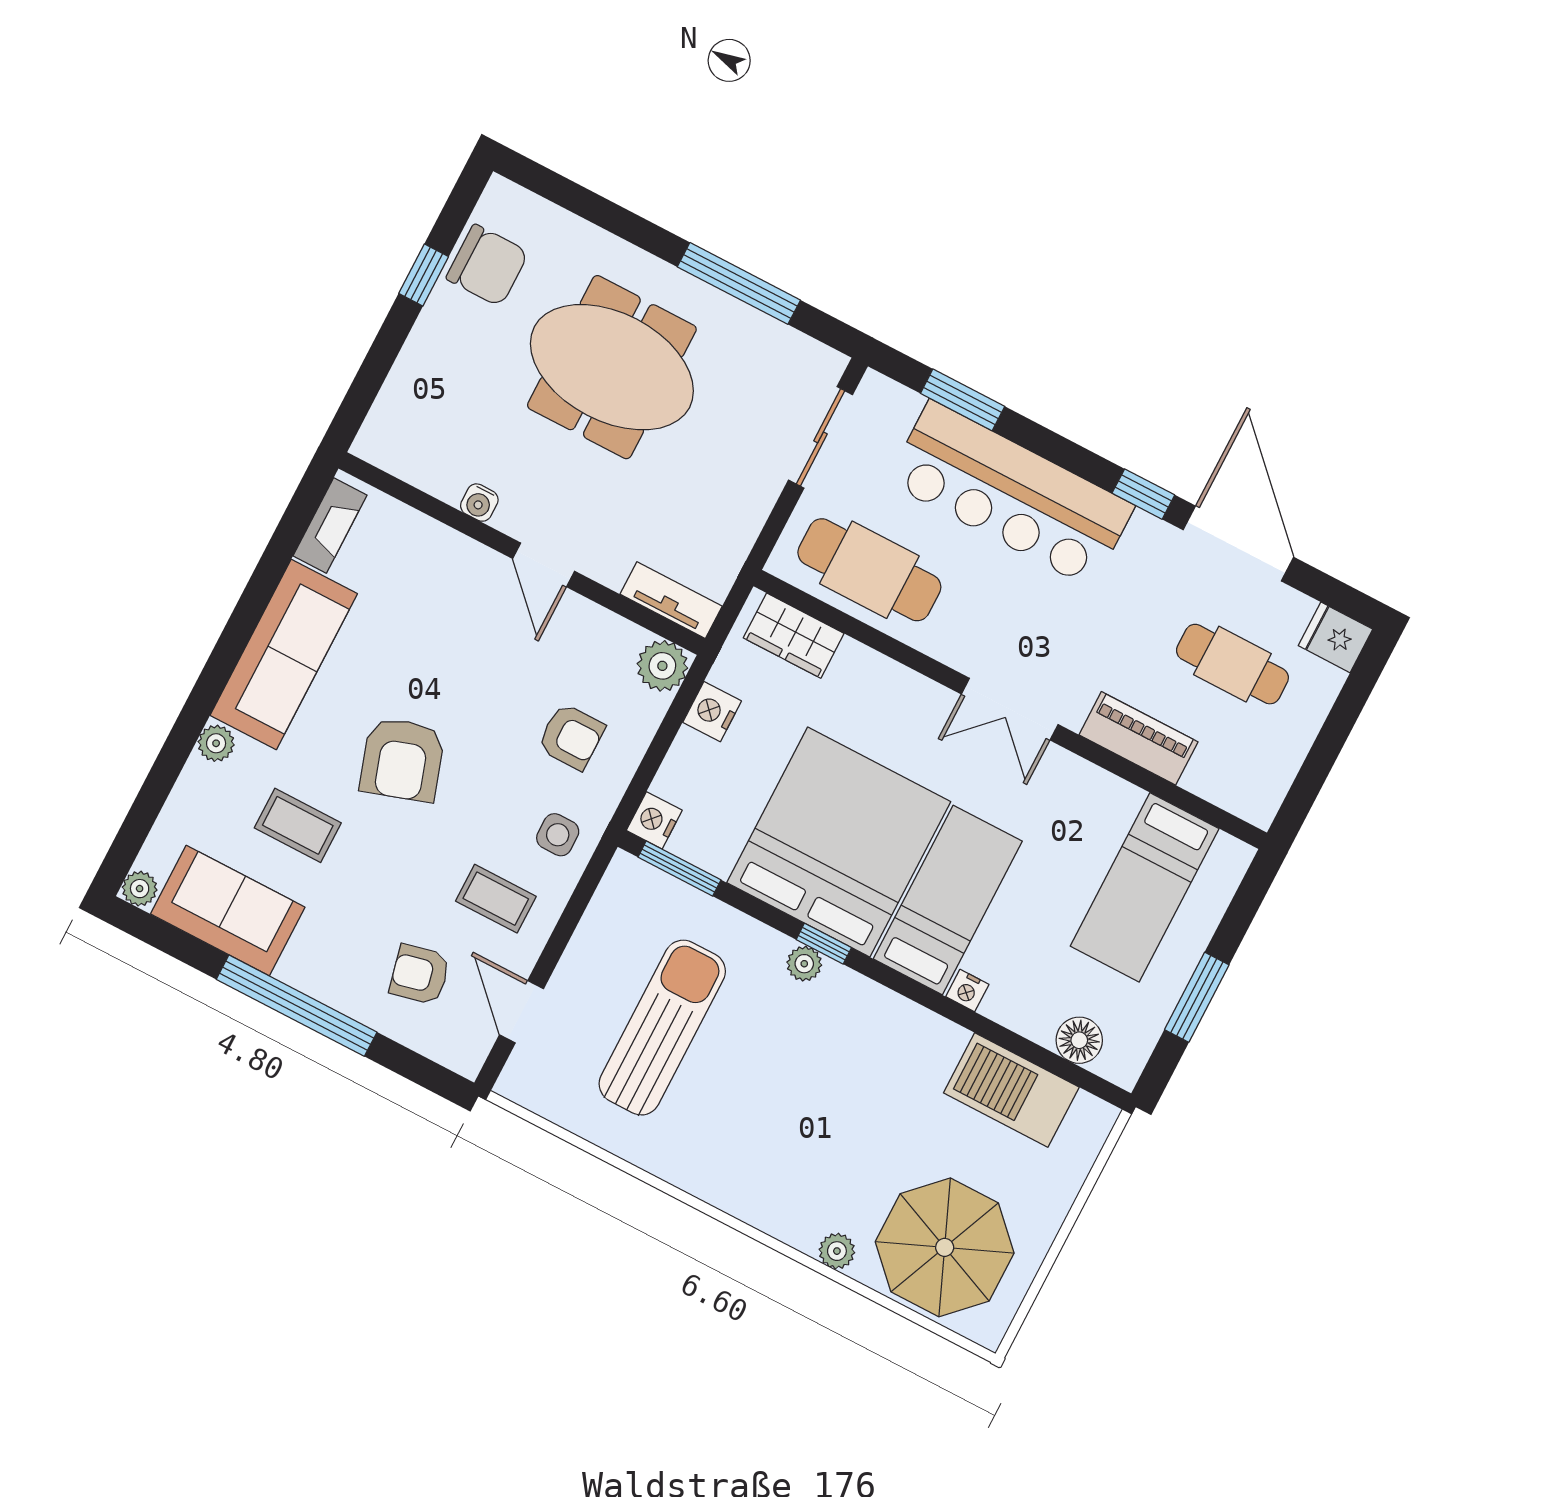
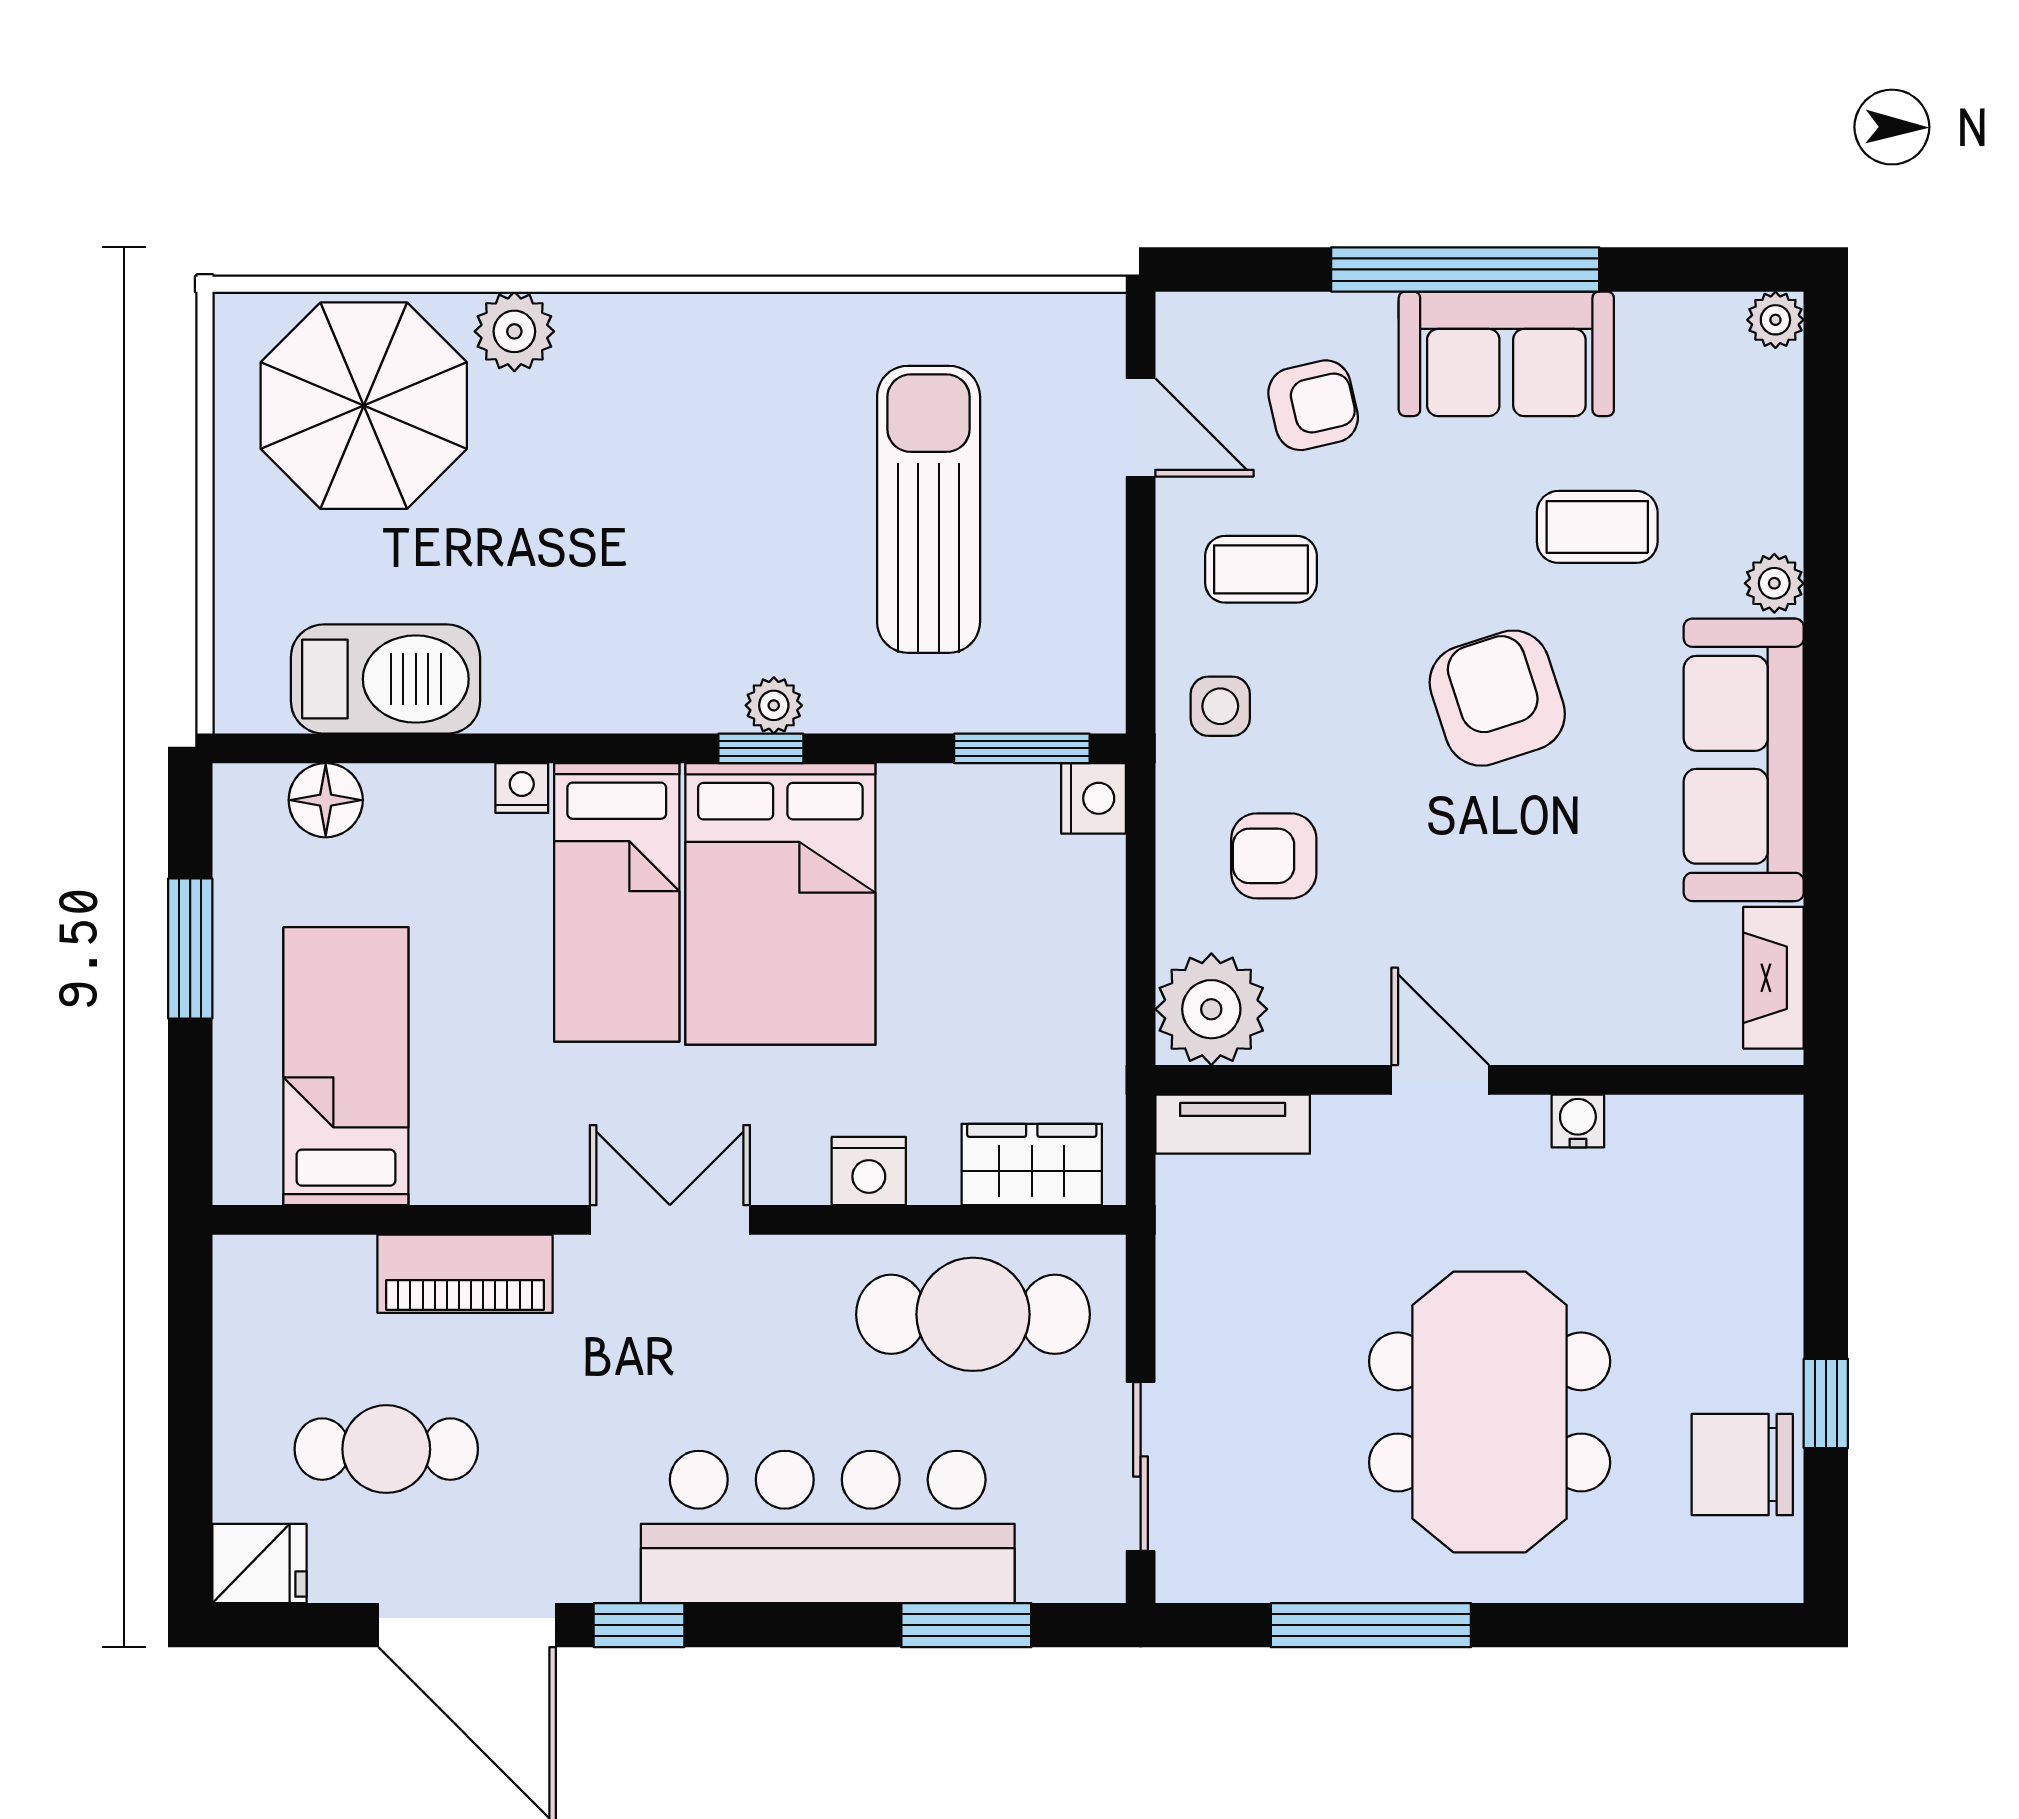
meeting table: (612, 367) -> (1490, 1412), turned 90
plant: (662, 666) -> (1211, 1009), width x1.36, depth x1.36
nightstand: (712, 712) -> (869, 1171), moved, turned 90
bed: (839, 842) -> (780, 904), width x0.73
sofa: (228, 911) -> (1506, 354), moved
sun lounger: (662, 1028) -> (929, 509), turned 180
plant: (837, 1251) -> (514, 331), width x1.38, depth x1.38

